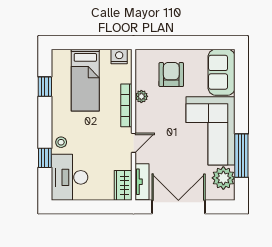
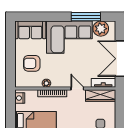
wardrobe: (123, 185) -> (101, 95), width x1.50

